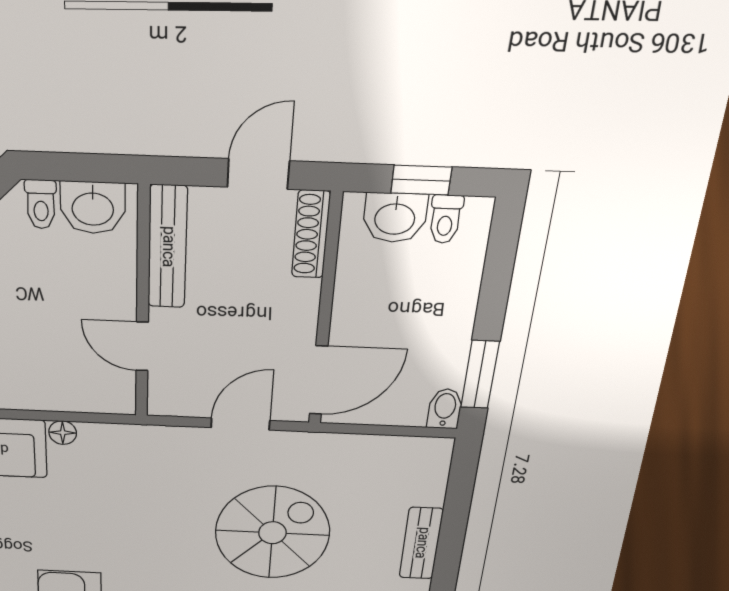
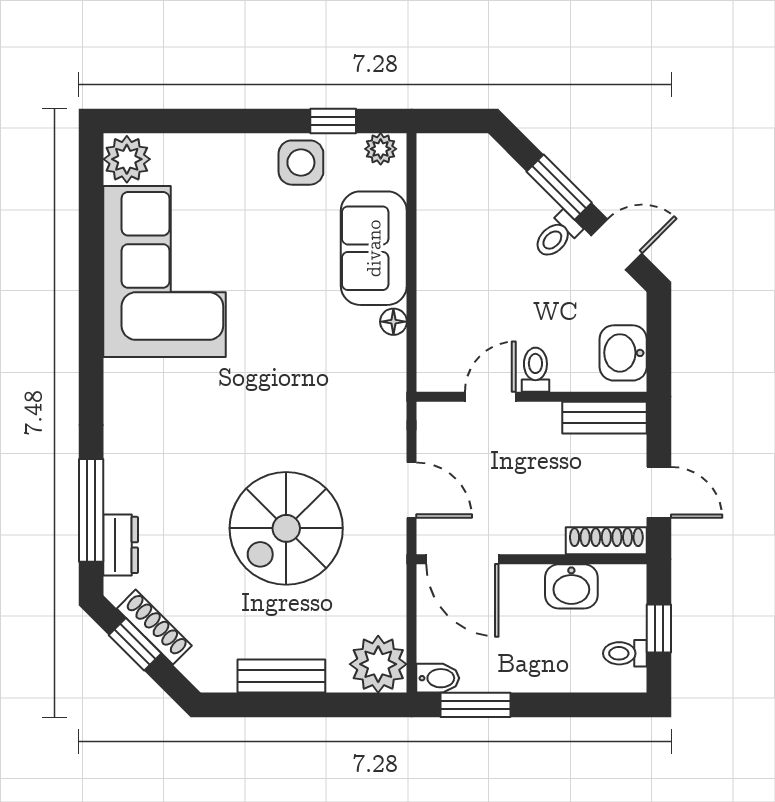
toilet: (41, 204) -> (535, 370), moved, turned 90
washbasin: (395, 218) -> (571, 586), moved, turned -90
bench: (167, 247) -> (605, 418), width x0.73
plant: (421, 462) -> (378, 664), added
spiral stairs: (272, 533) -> (286, 528), turned 90

